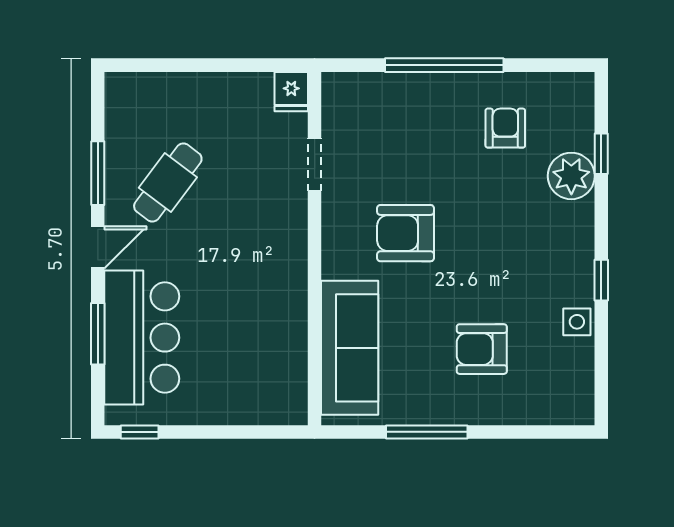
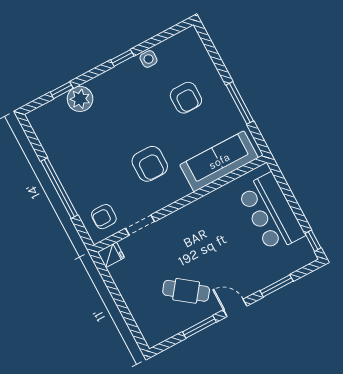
armchair: (505, 128) -> (104, 217), moved
bar counter: (142, 338) -> (271, 213), moved, turned -90

